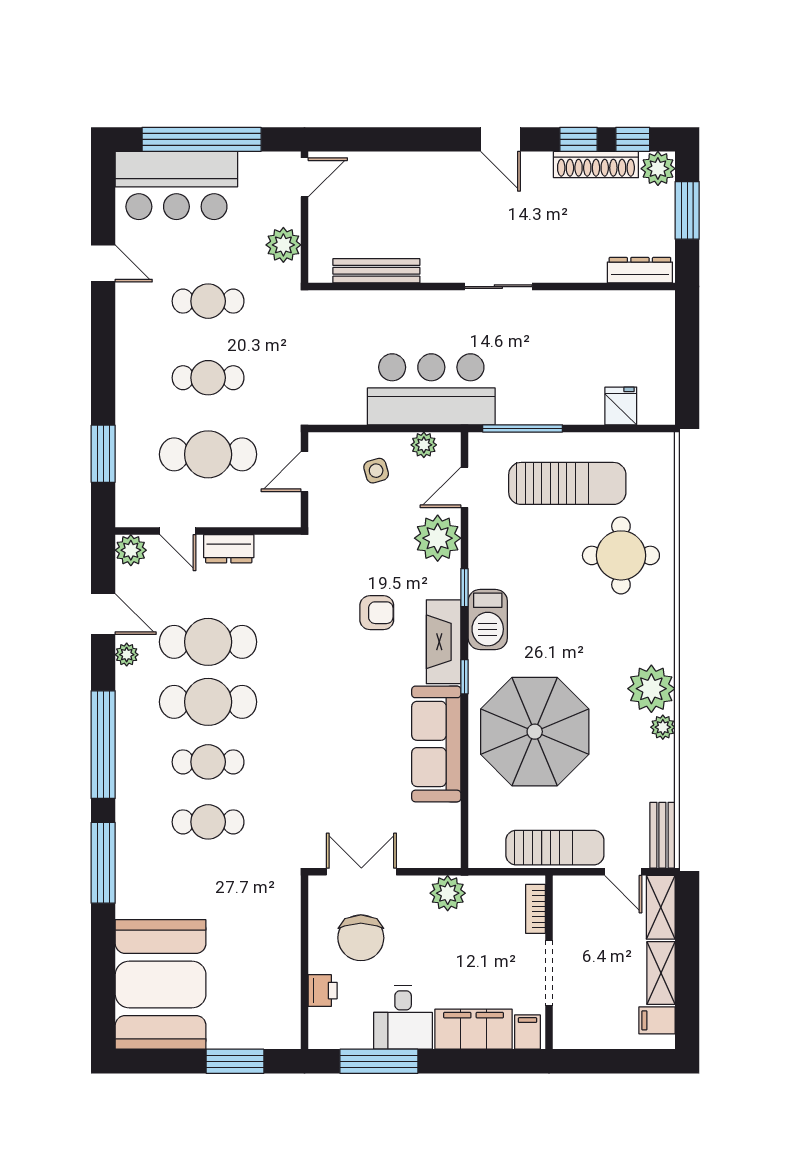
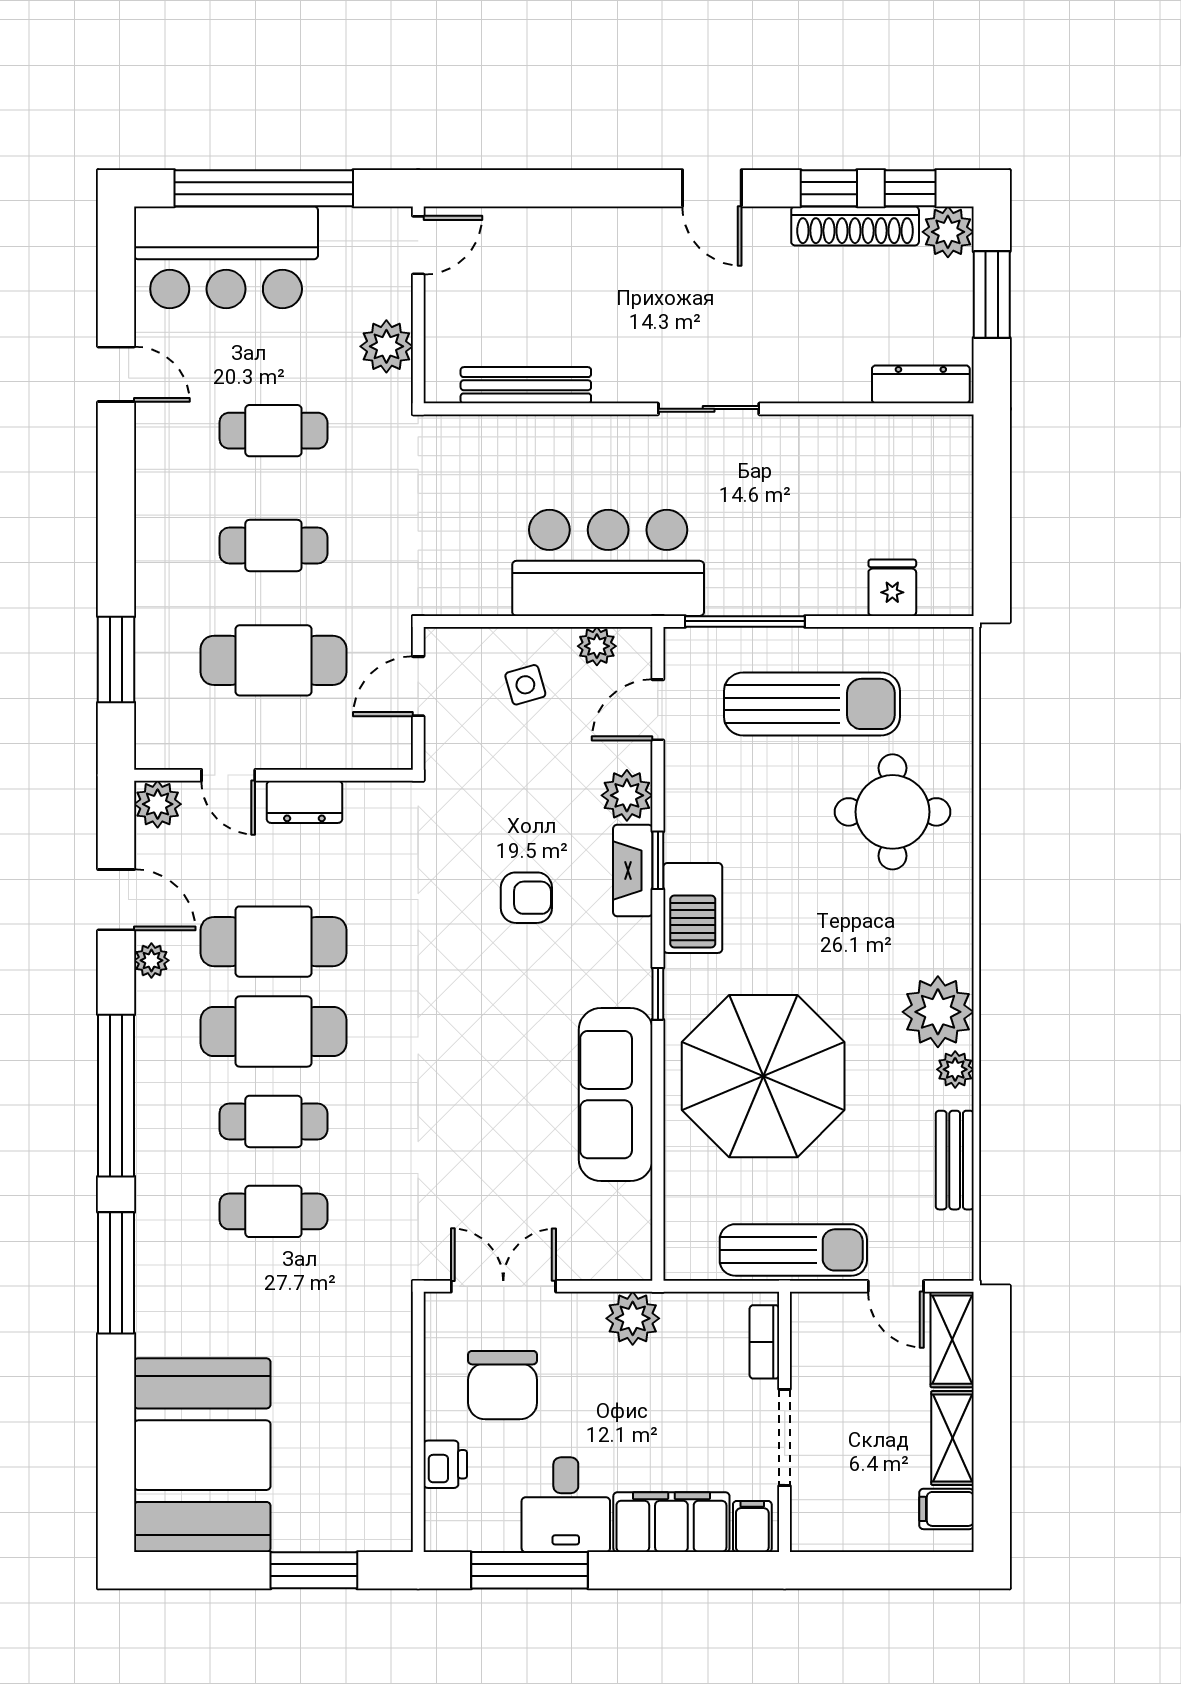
plant: (438, 538) -> (627, 795), width x0.73, depth x0.73
fireplace: (444, 642) -> (633, 870), moved, width x0.73, depth x0.76
bench: (662, 835) -> (955, 1160), moved

